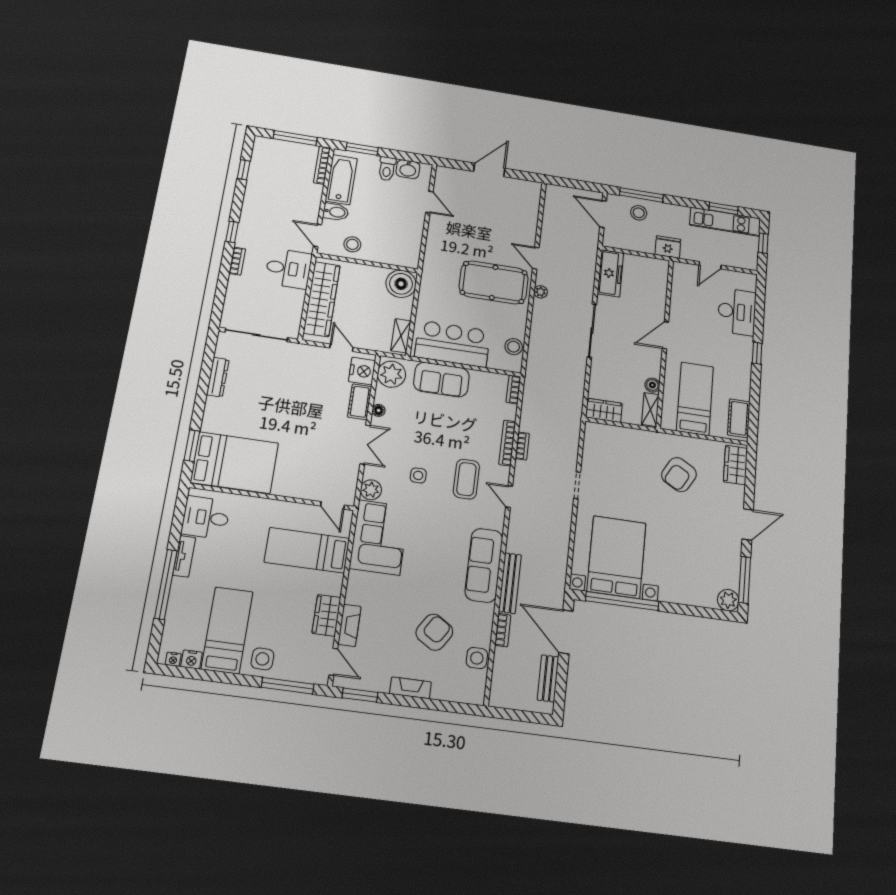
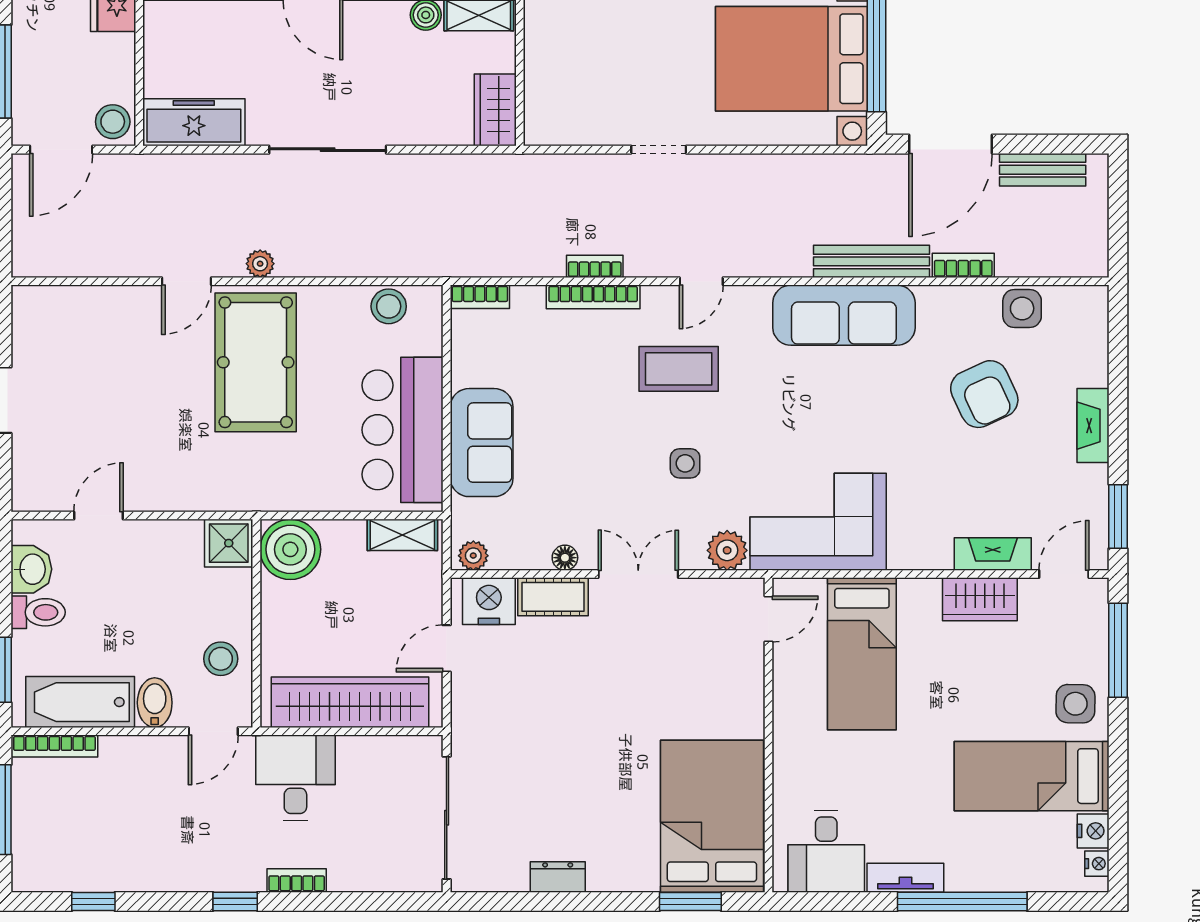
stool: (639, 213) -> (113, 122), moved
shower: (408, 257) -> (229, 543), added
plant: (391, 374) -> (473, 556), width x0.53, depth x0.53
dresser: (218, 377) -> (558, 877), width x0.70
armchair: (434, 632) -> (984, 394), turned -148

